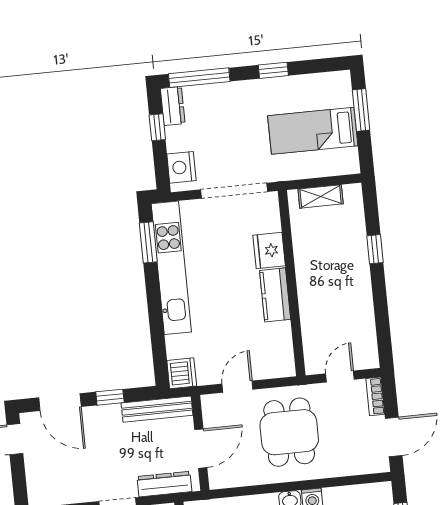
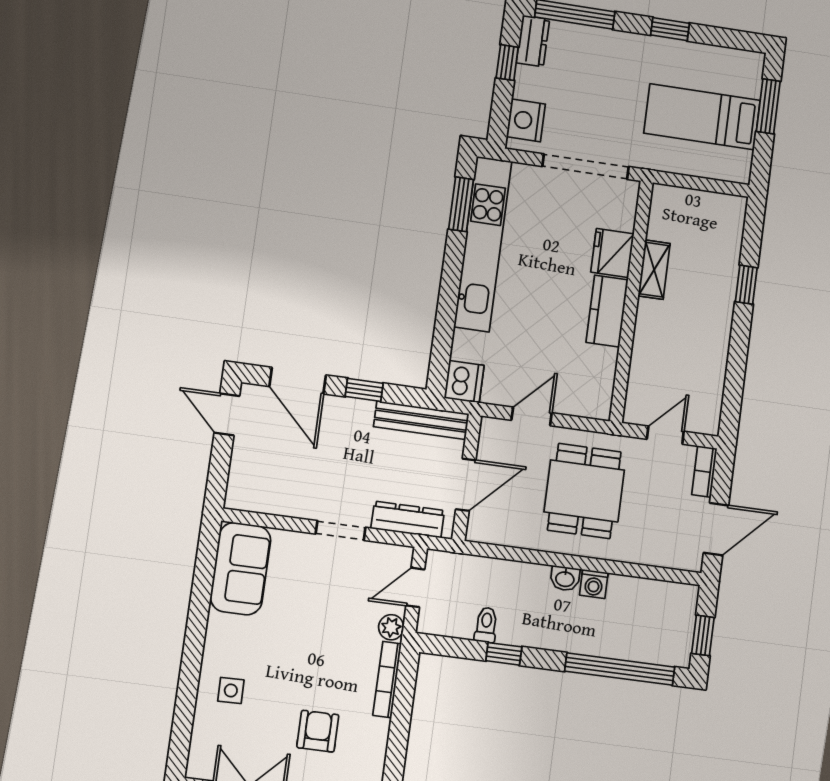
shelving: (321, 196) -> (654, 270), moved, turned 90

